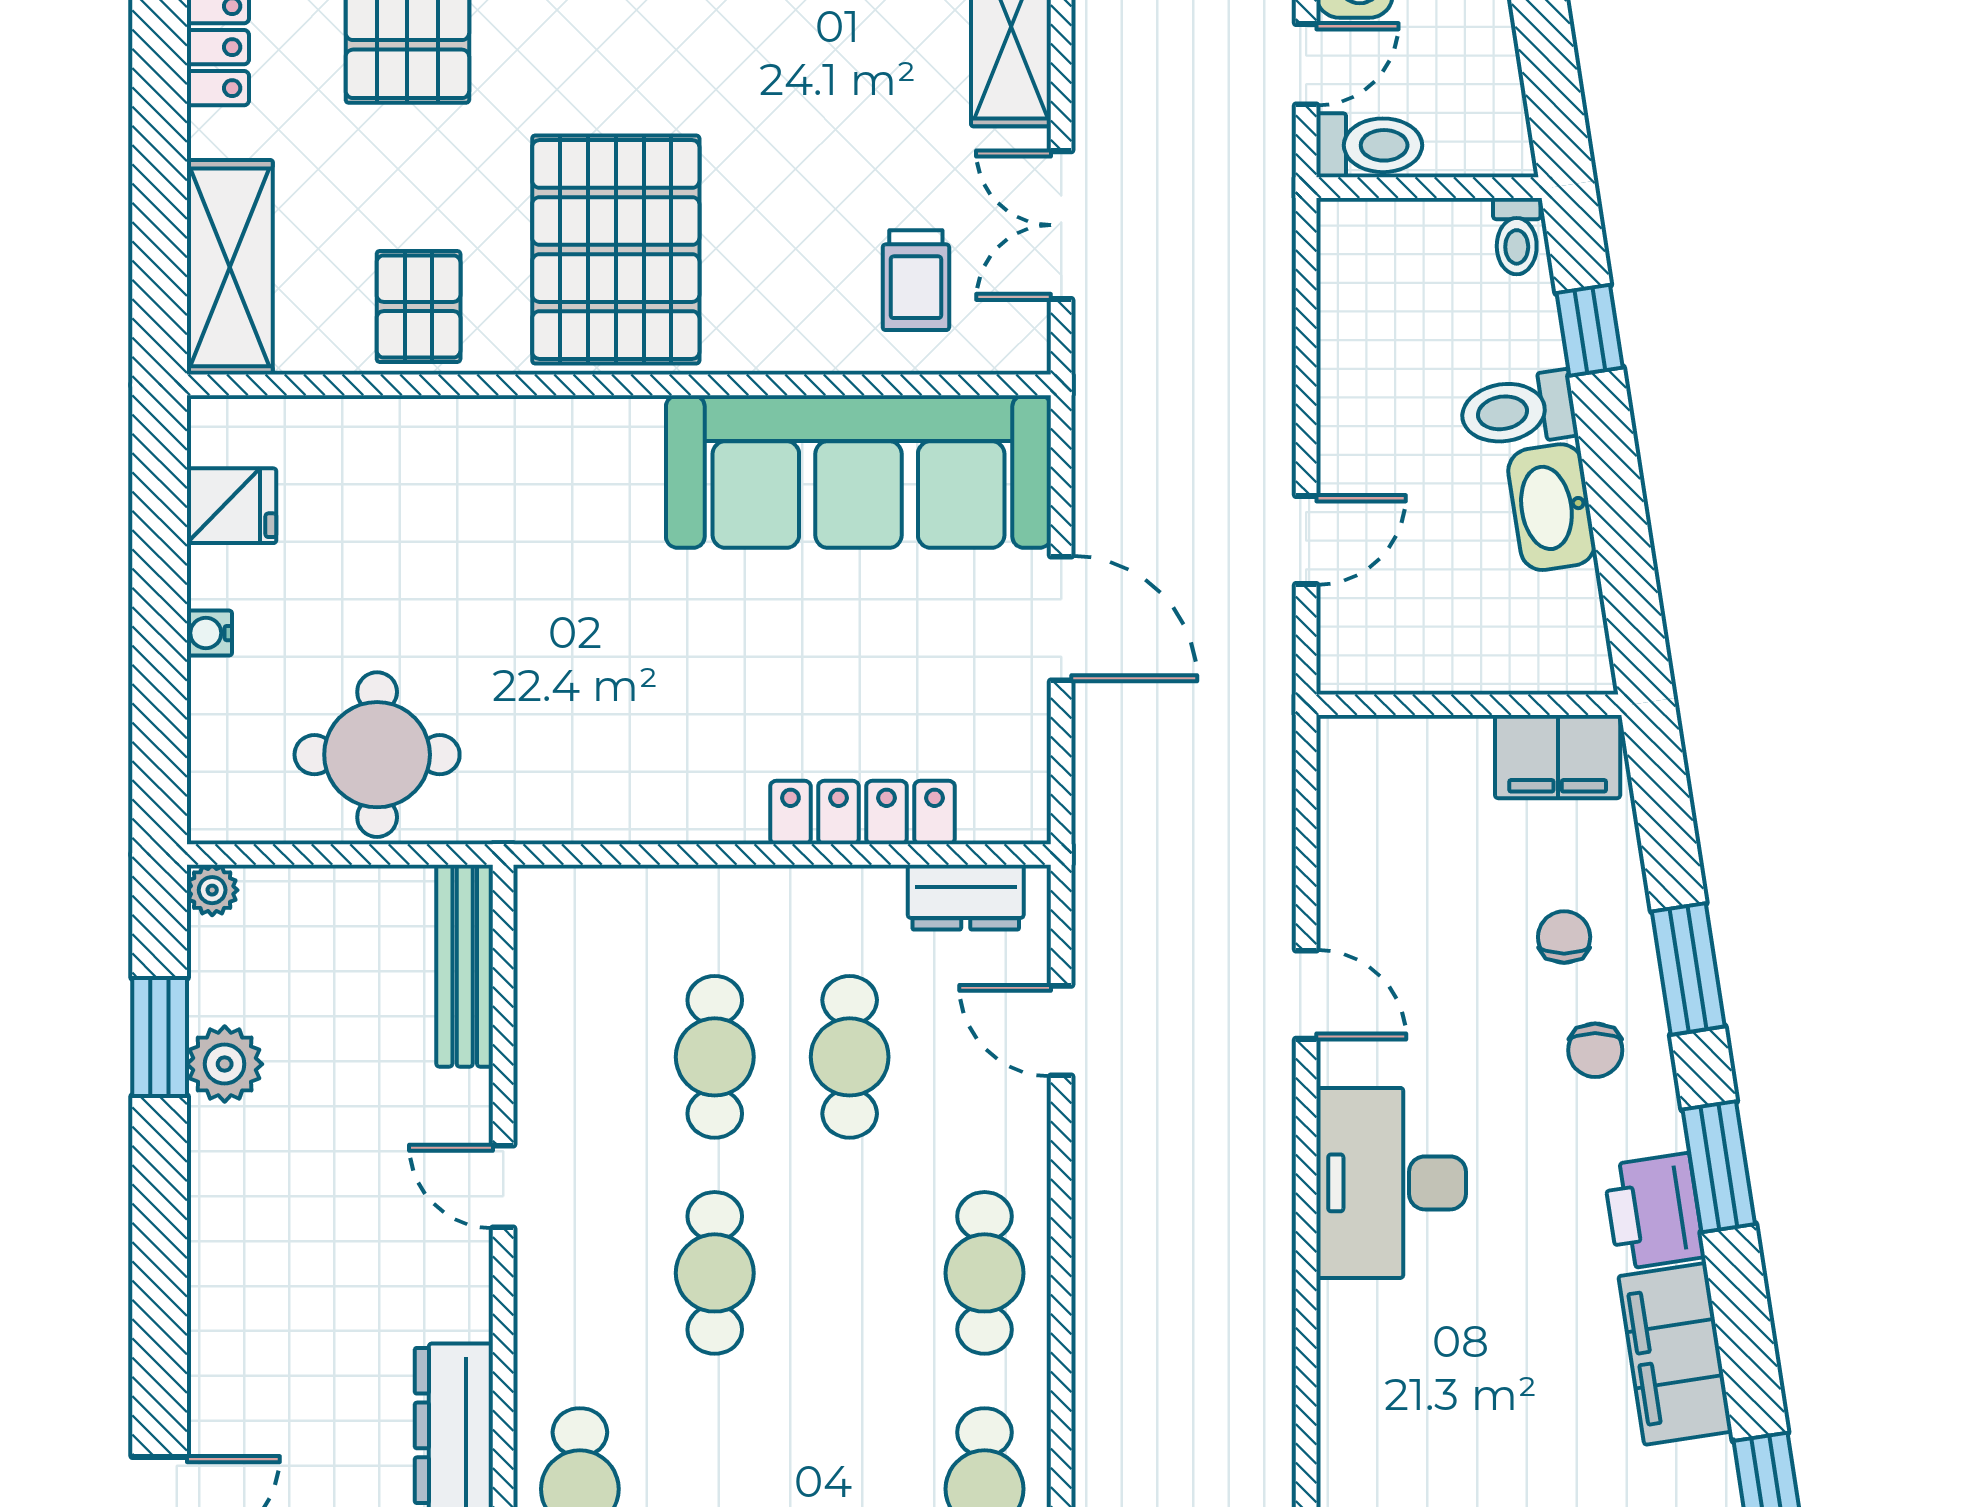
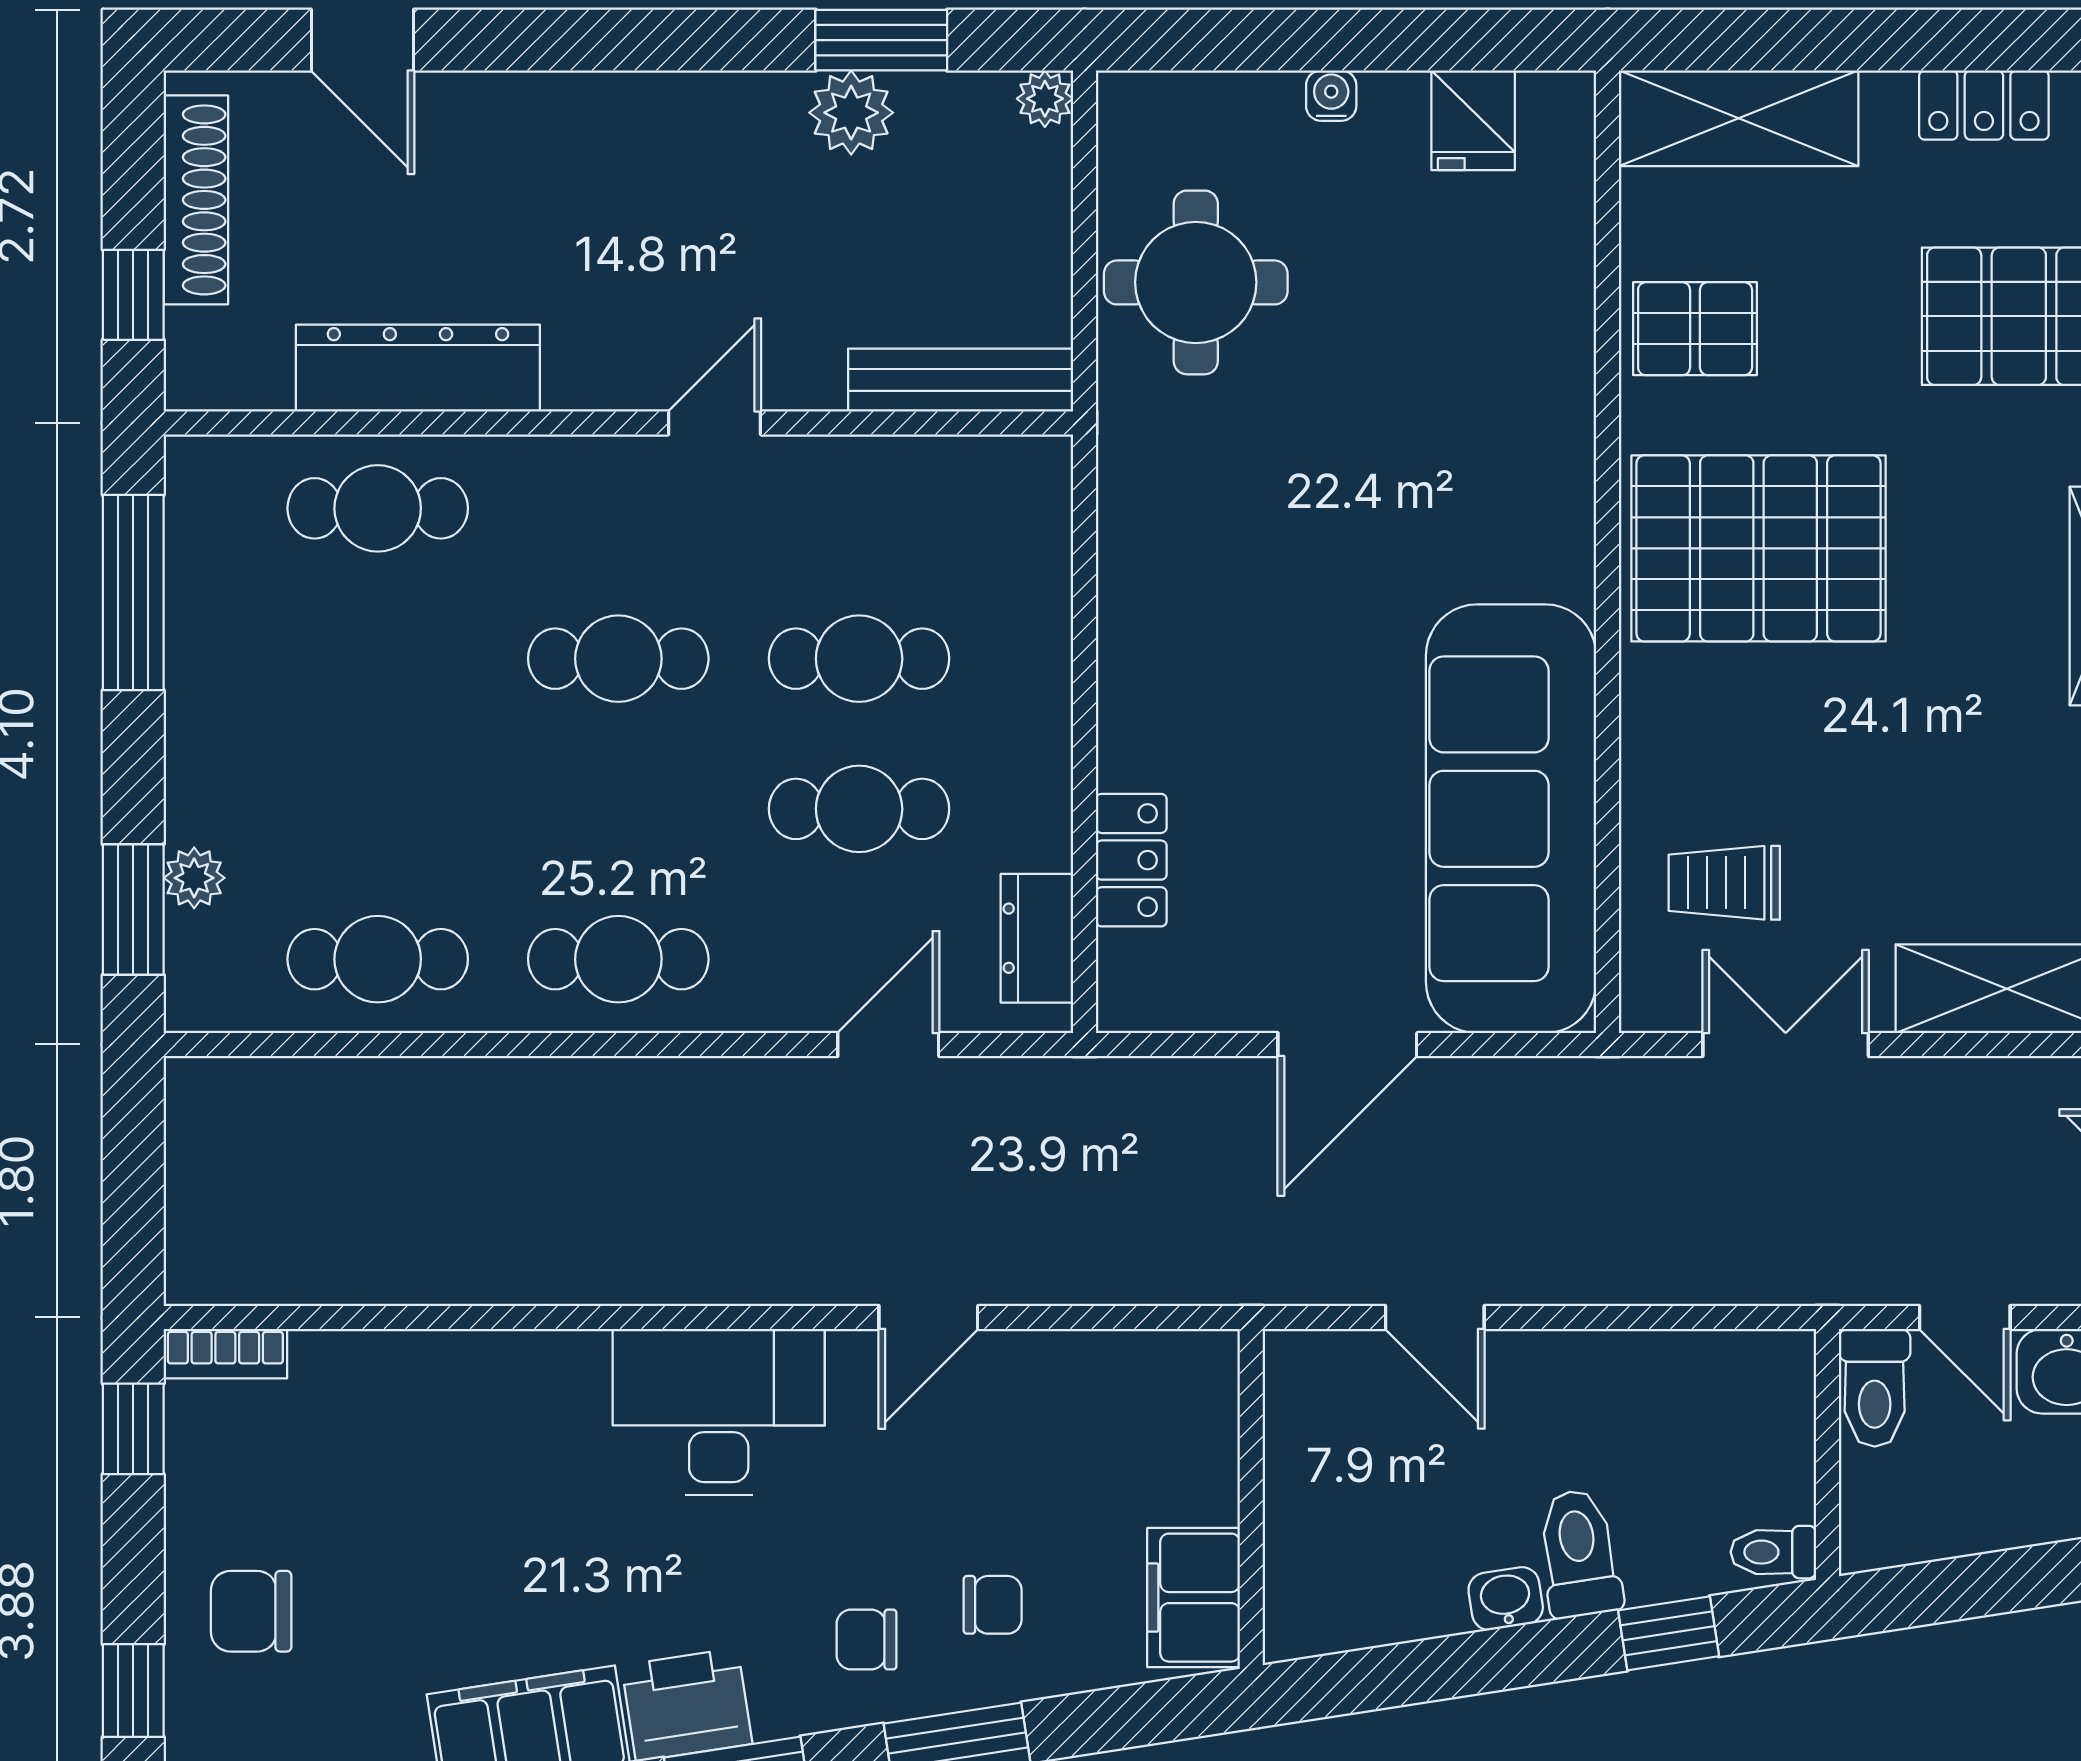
washbasin: (1552, 507) -> (1506, 1599), width x0.52, depth x0.69
locker: (862, 812) -> (1131, 860), width x0.66

